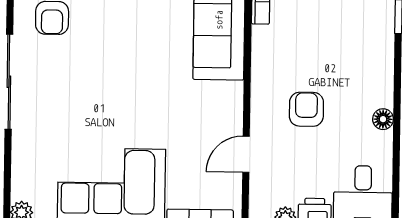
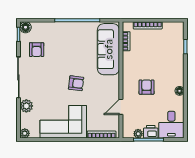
armchair: (143, 98) -> (76, 83), added
plant: (26, 149) -> (26, 106), added

